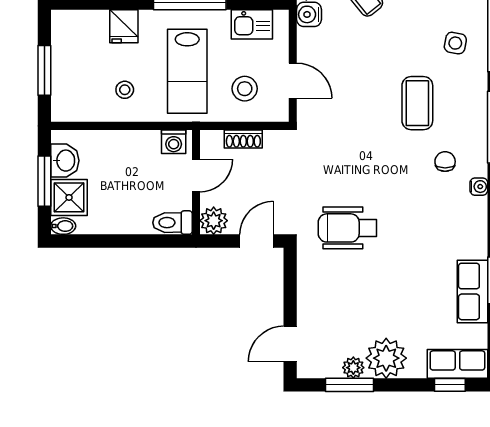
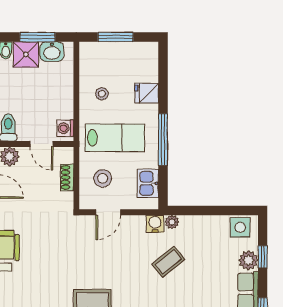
lab bench: (187, 71) -> (115, 138), turned 180

